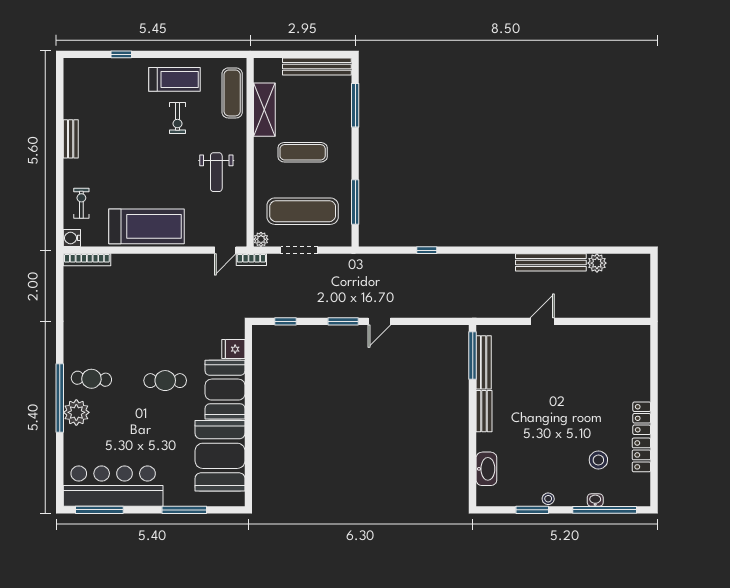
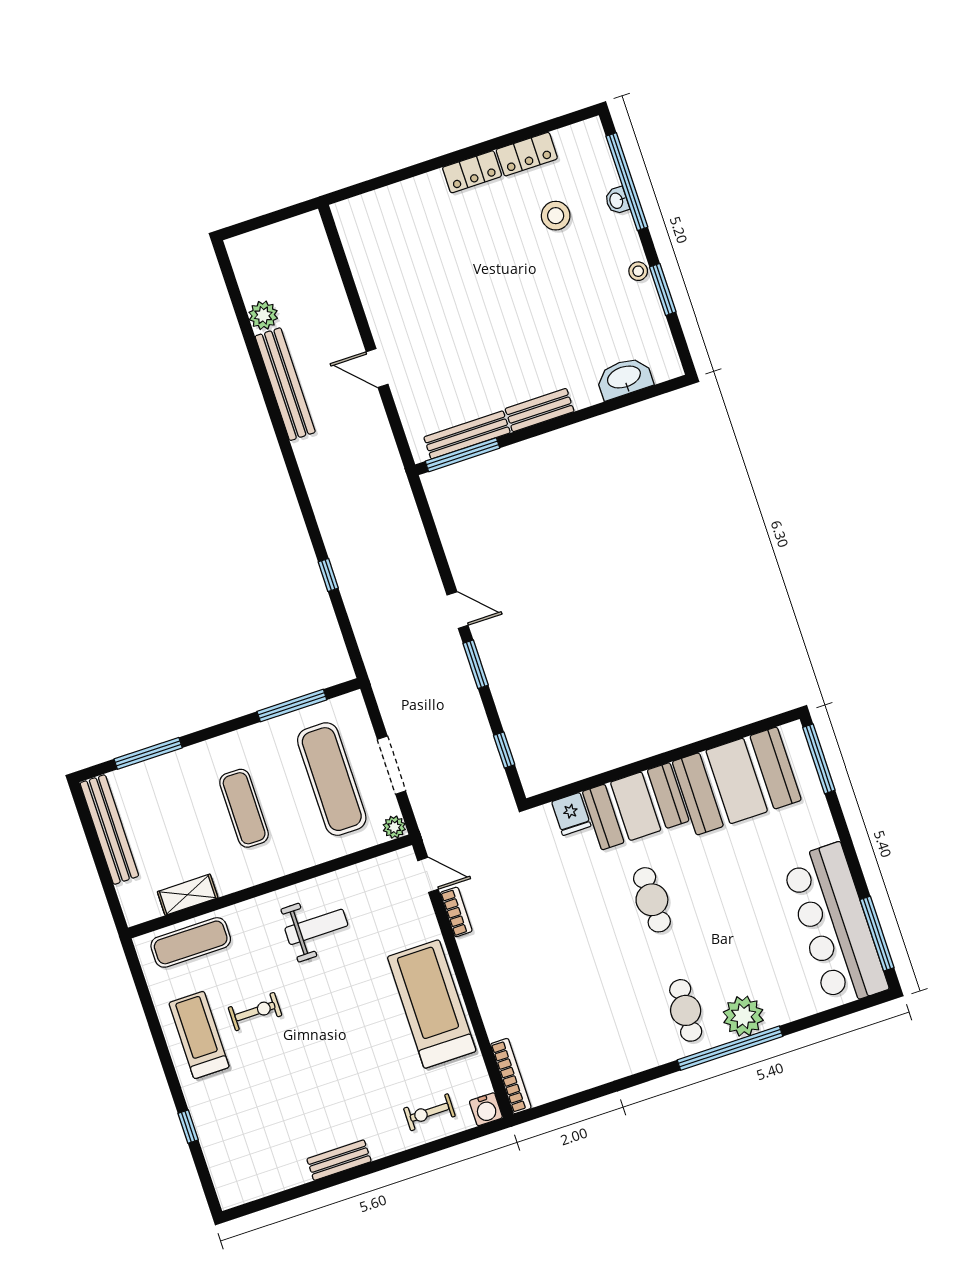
shelving: (264, 110) -> (188, 895), width x0.67, depth x0.75
bookcase: (251, 260) -> (456, 912), moved
window: (184, 510) -> (819, 759), moved

